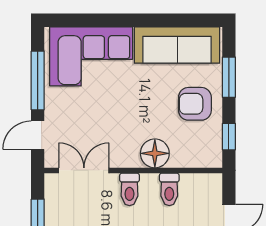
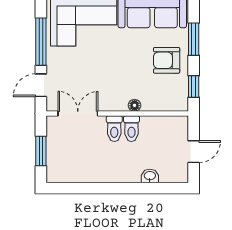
floor lamp: (155, 153) -> (135, 105), width x0.53, depth x0.53
toilet: (169, 189) -> (131, 129), moved

